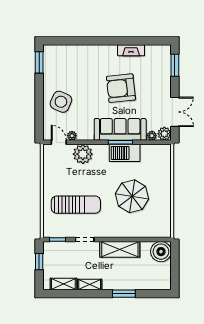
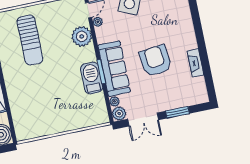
window: (175, 65) -> (177, 112), moved
parasol: (132, 196) -> (50, 94), removed

